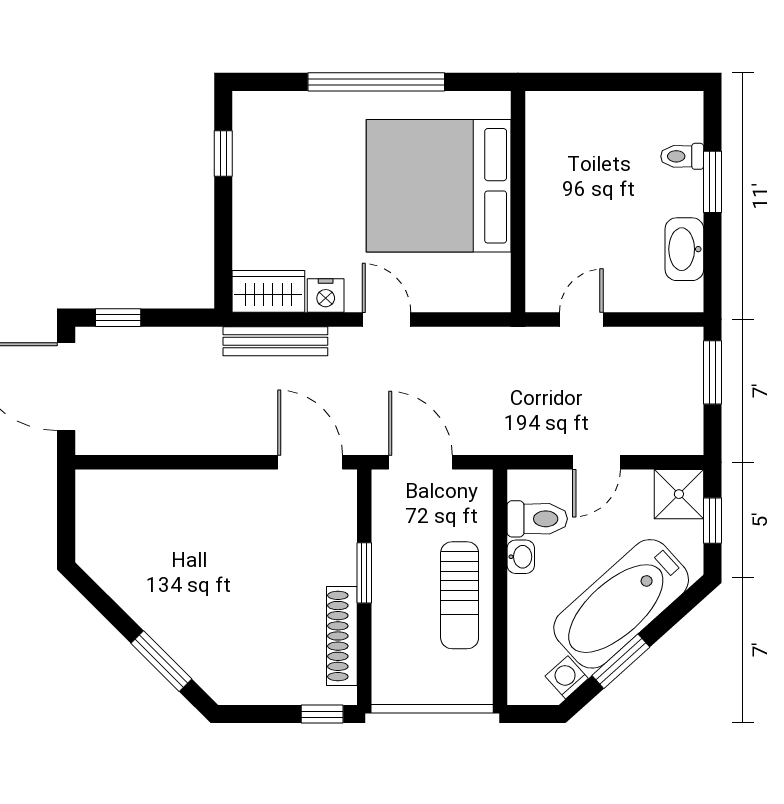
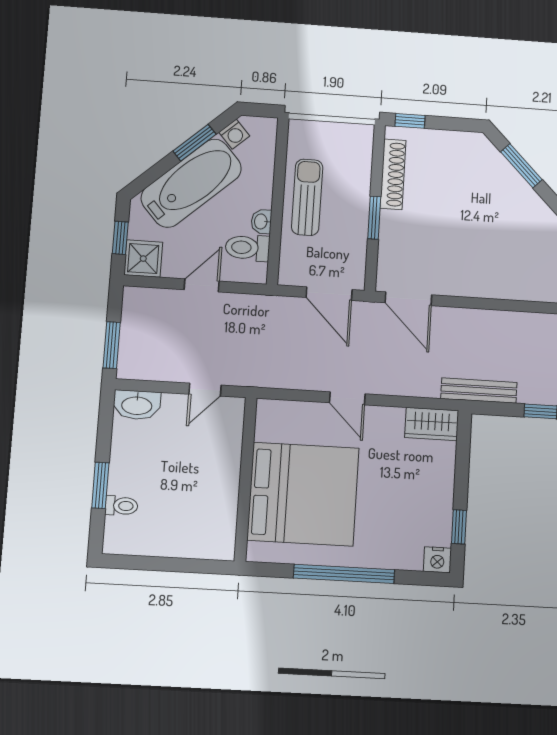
washbasin: (684, 249) -> (137, 405), moved, turned 90
nightstand: (326, 295) -> (437, 560), moved, turned 180
bench: (275, 341) -> (479, 391), moved

